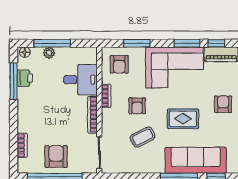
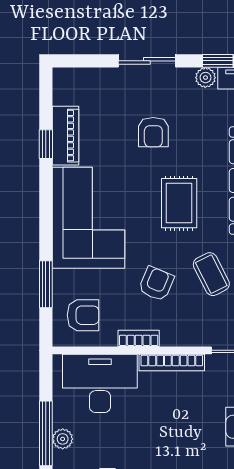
window: (187, 43) -> (46, 196), removed
desk: (81, 80) -> (100, 383), width x1.37
armchair: (223, 104) -> (153, 132), turned -90
armchair: (137, 106) -> (156, 284), turned -67

